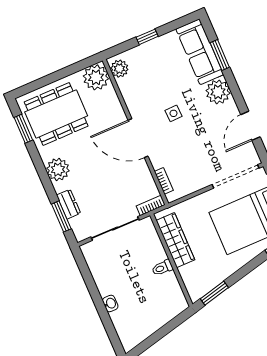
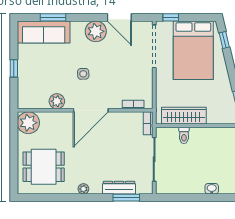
plant: (119, 69) -> (57, 101), moved
plant: (218, 92) -> (96, 31), moved
dining table: (56, 114) -> (44, 167), width x0.73
window: (23, 129) -> (44, 198), removed
plant: (58, 169) -> (83, 189), width x0.53, depth x0.53
dresser: (69, 204) -> (119, 188), width x1.44
toilet: (162, 268) -> (184, 135), moved

